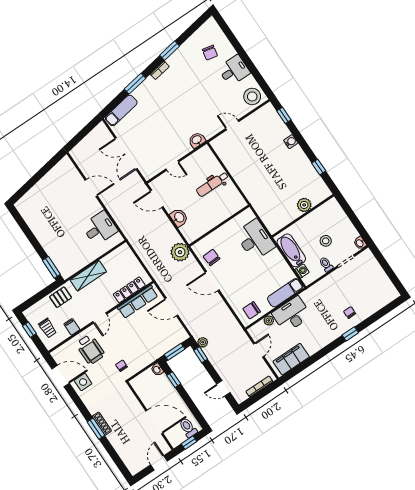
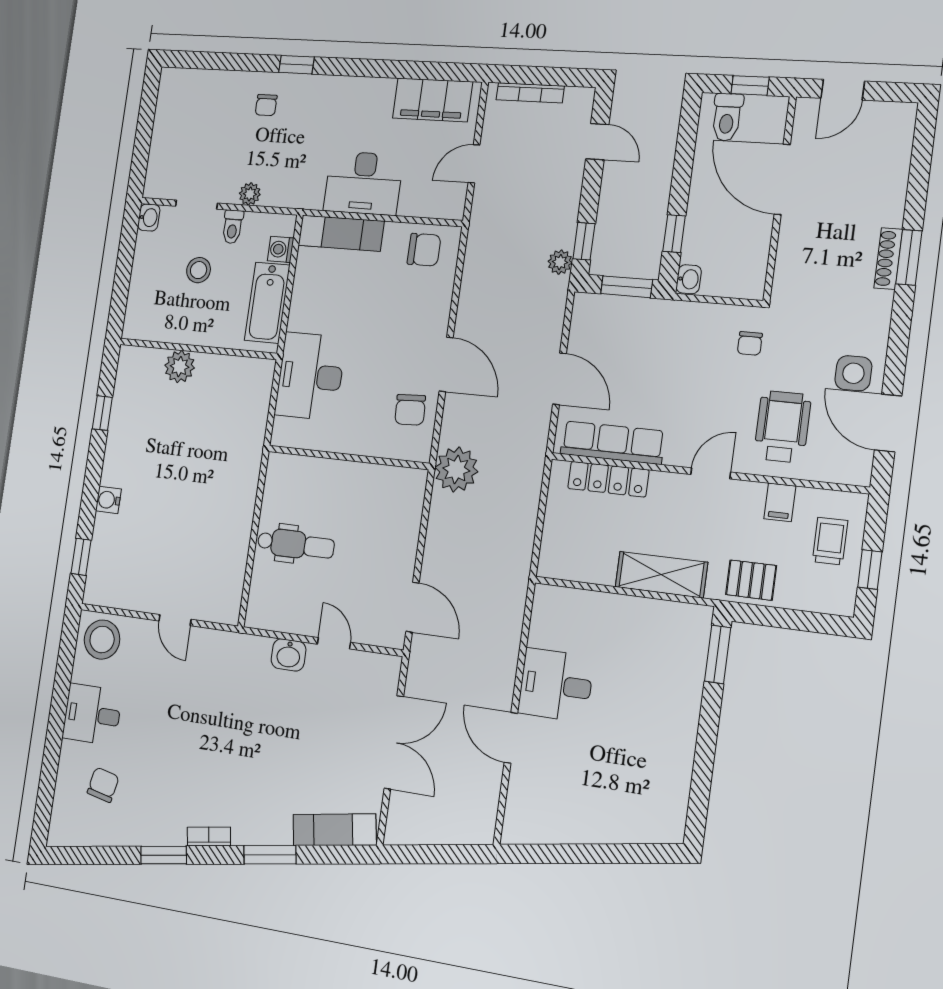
washbasin: (197, 140) -> (289, 655), moved
washbasin: (179, 217) -> (404, 536), removed
desk: (100, 228) -> (556, 685), moved
plant: (269, 320) -> (250, 194), moved

